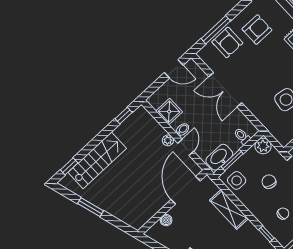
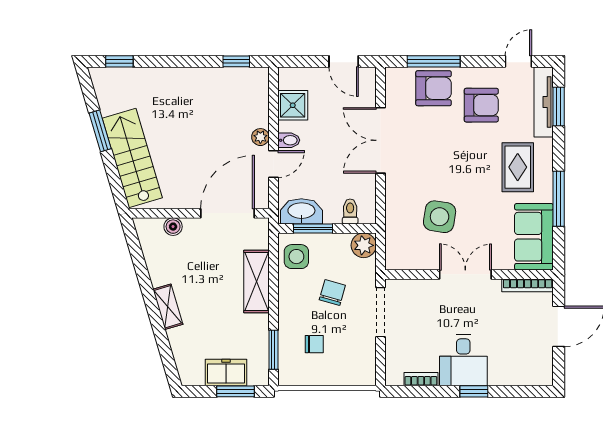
armchair: (227, 42) -> (434, 88), turned -90
stairs: (97, 160) -> (132, 158), moved, turned -106
window: (266, 234) -> (273, 350), width x1.50

